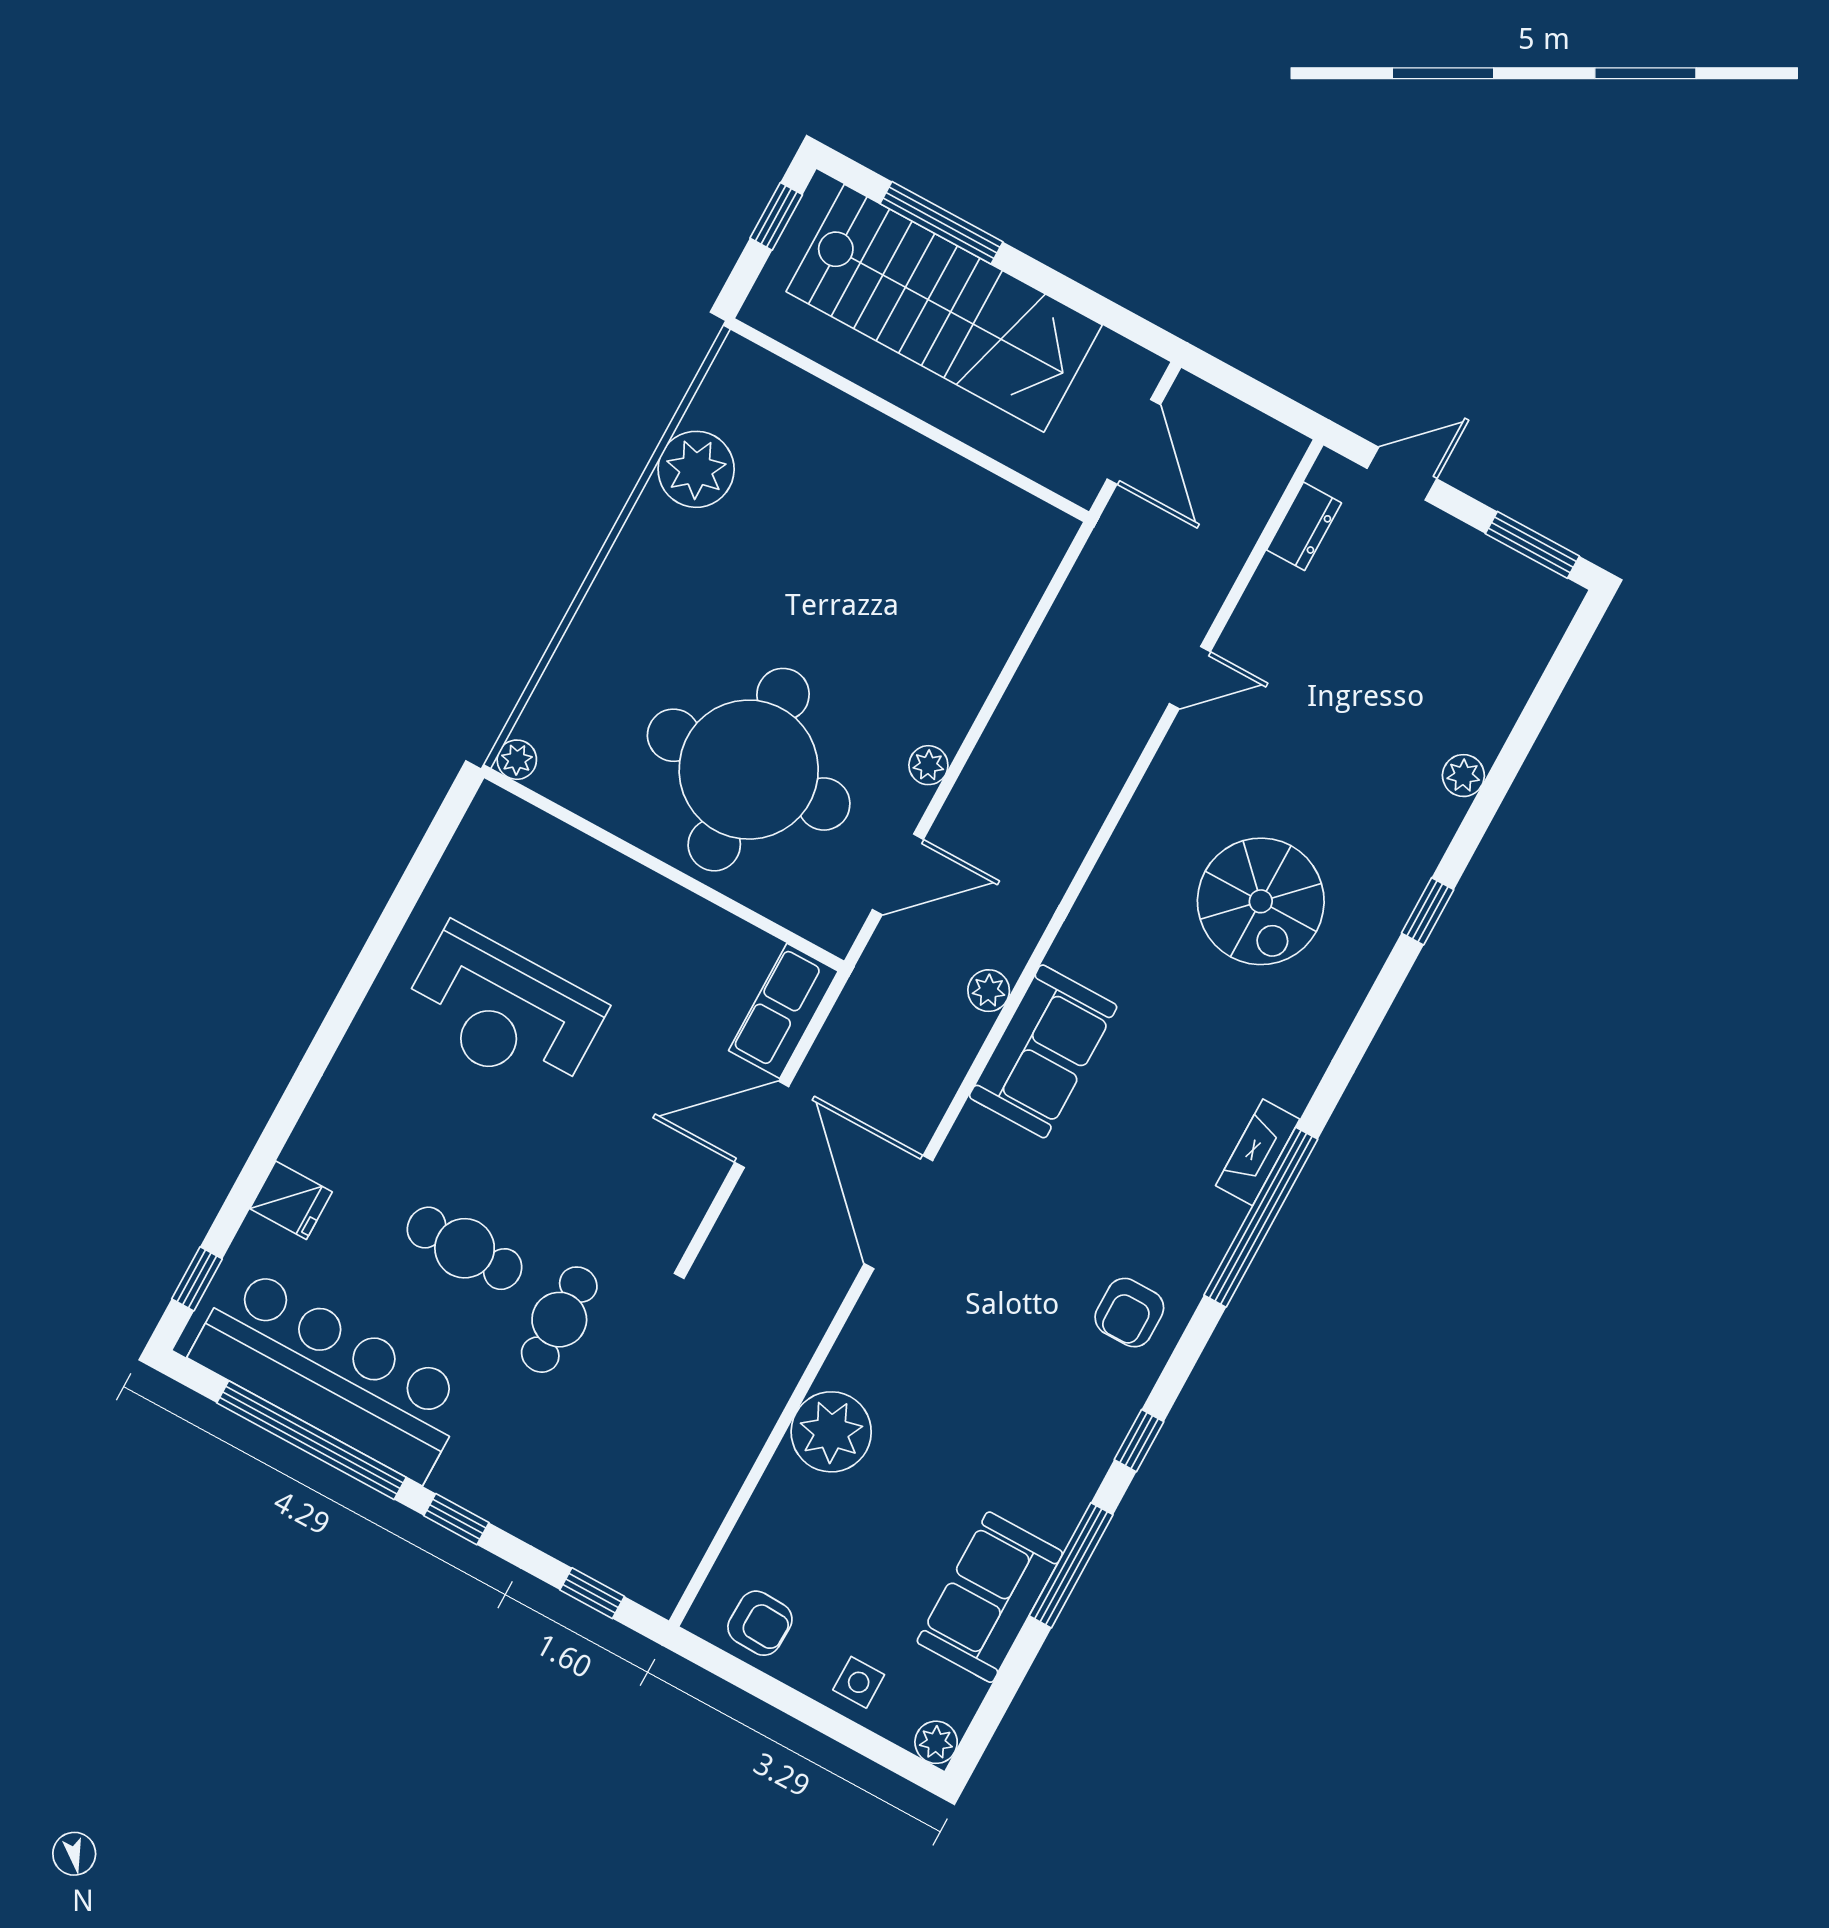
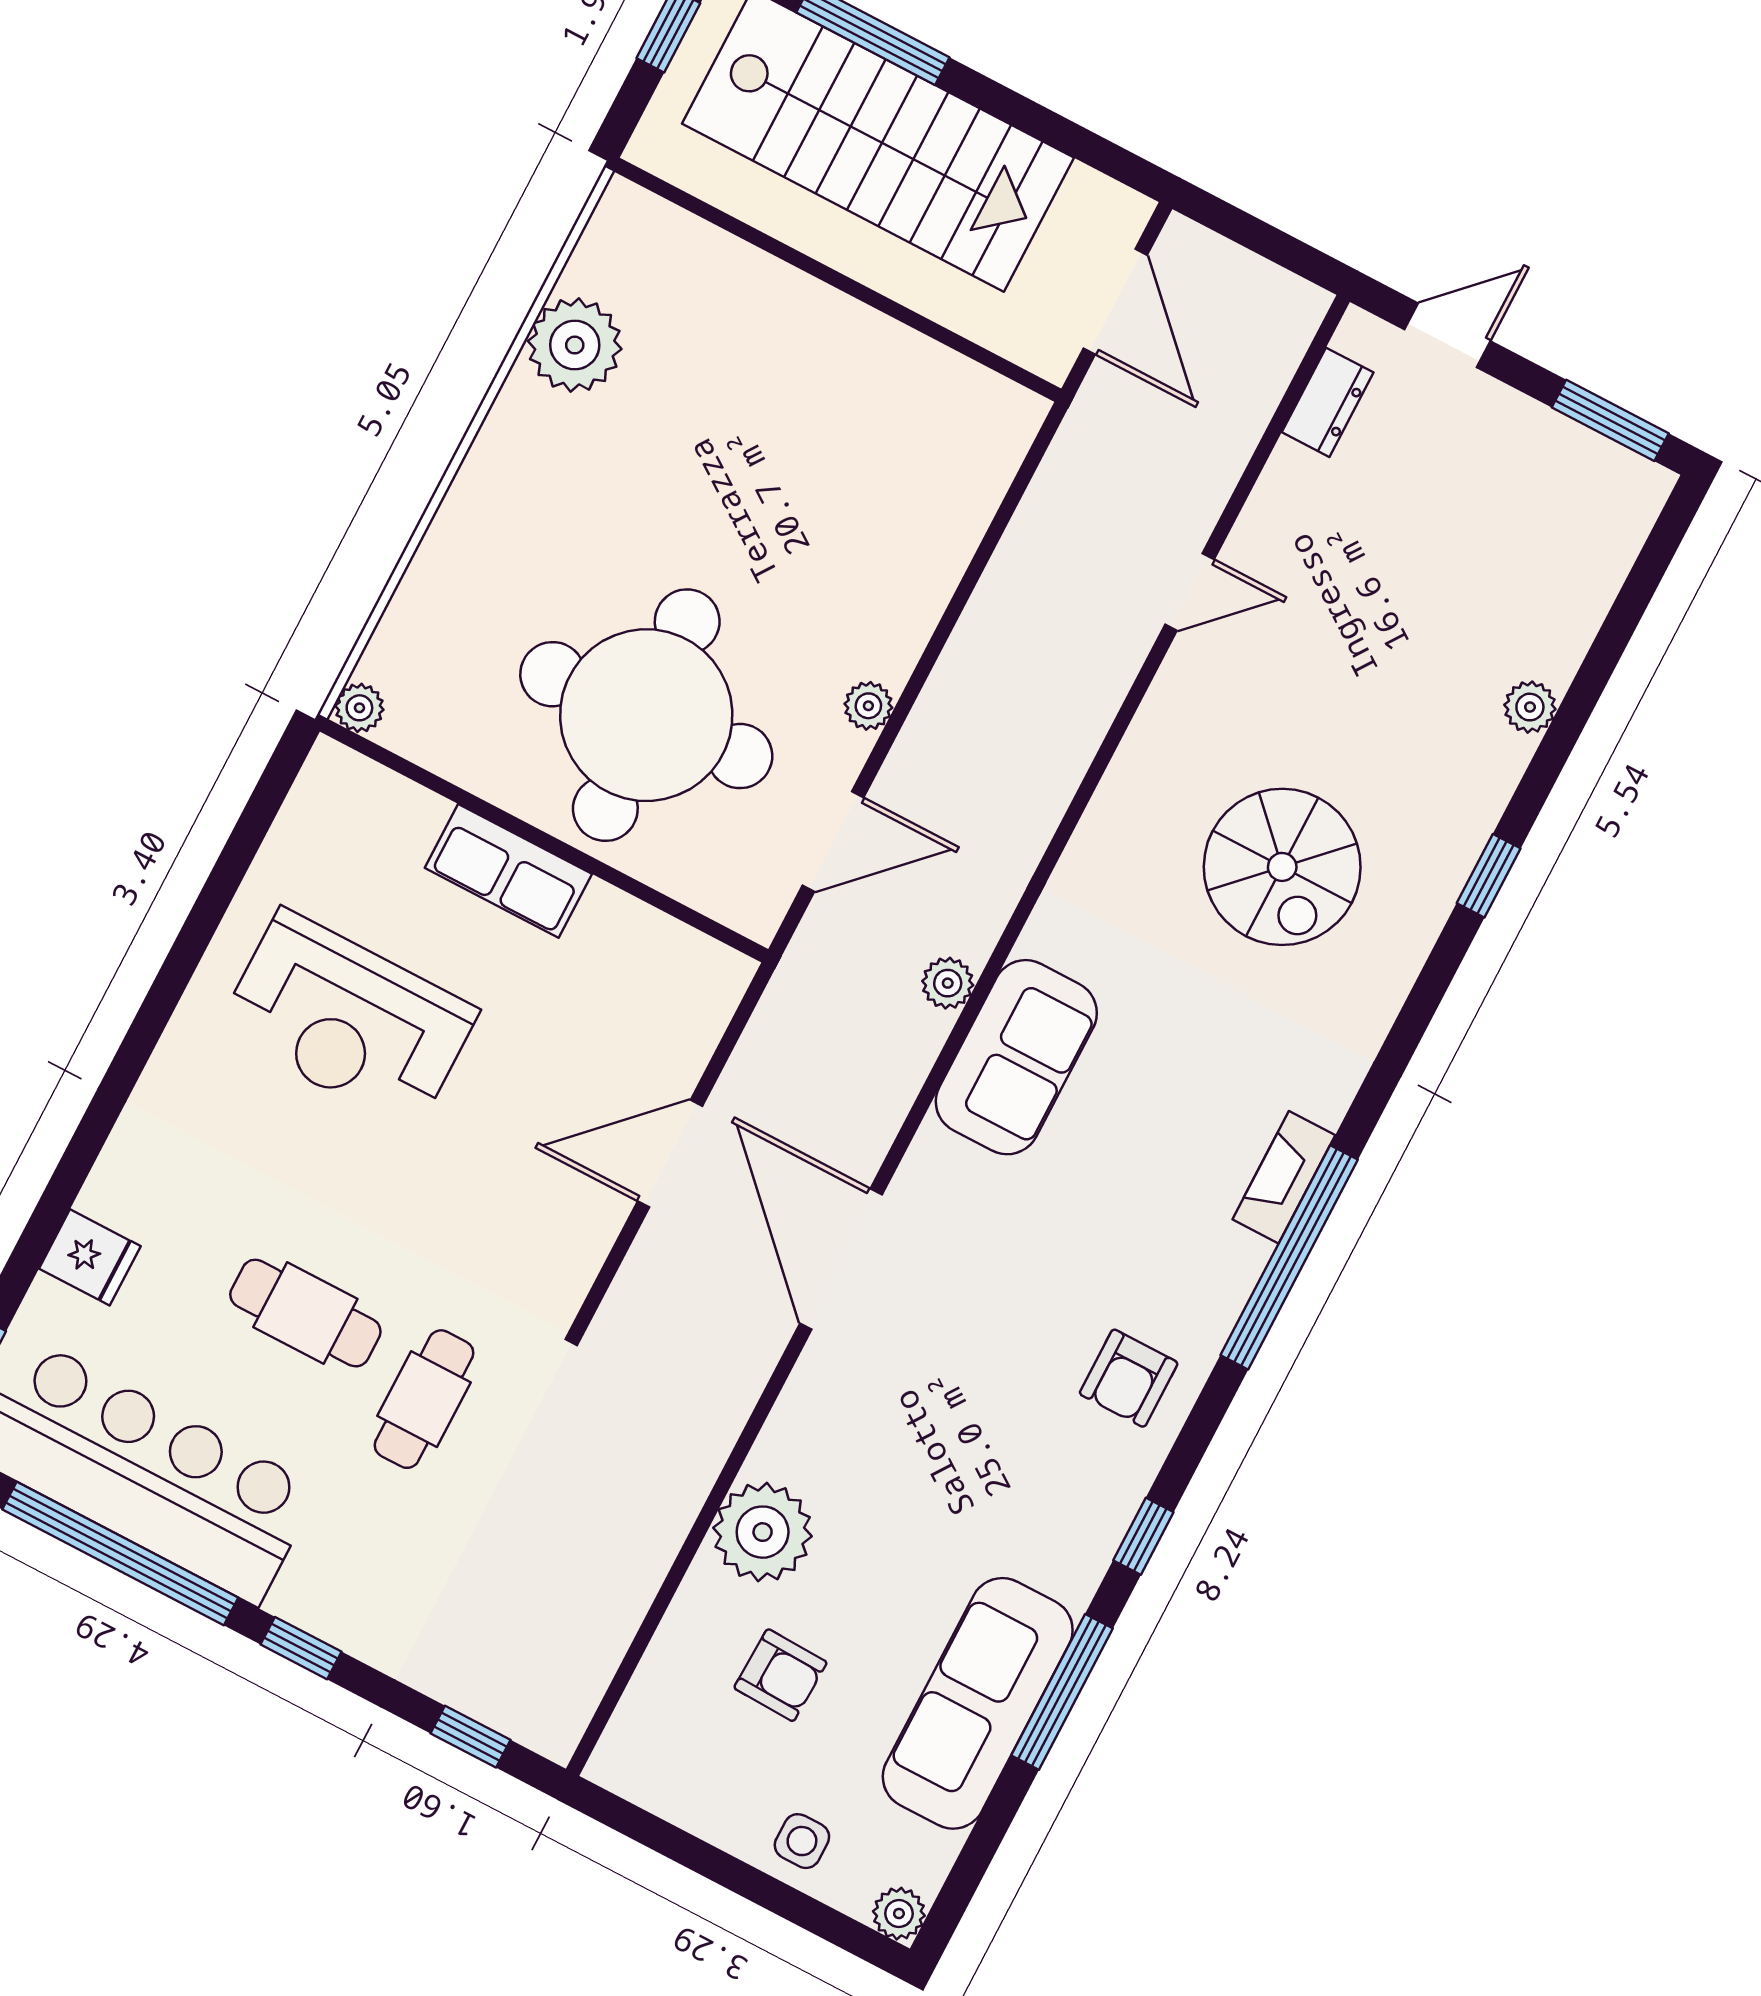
row of seats: (783, 1011) -> (508, 871), moved, turned -90
sofa: (990, 1597) -> (978, 1703), width x1.36
armchair: (760, 1623) -> (780, 1675), moved

